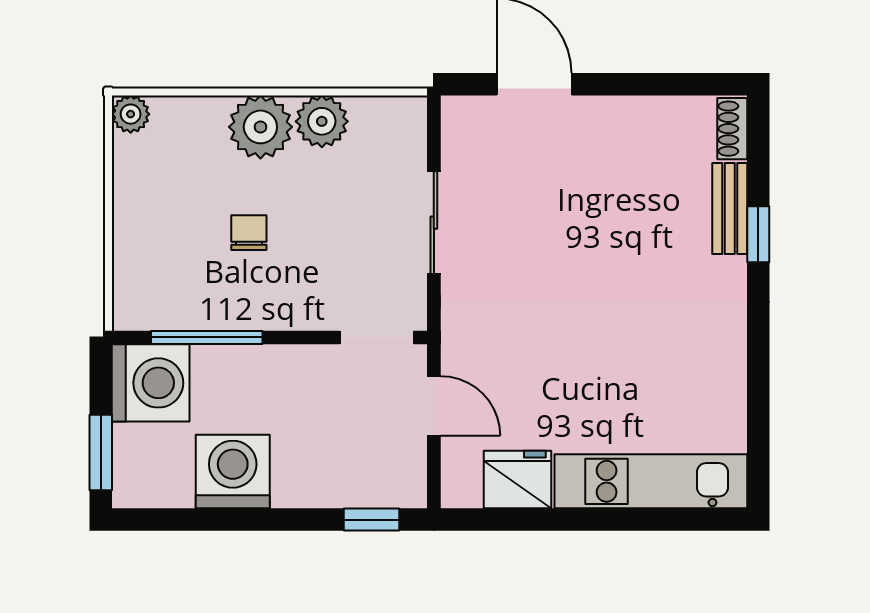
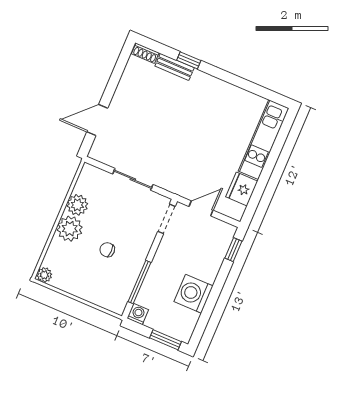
washing machine: (151, 383) -> (138, 314), width x0.53, depth x0.53

